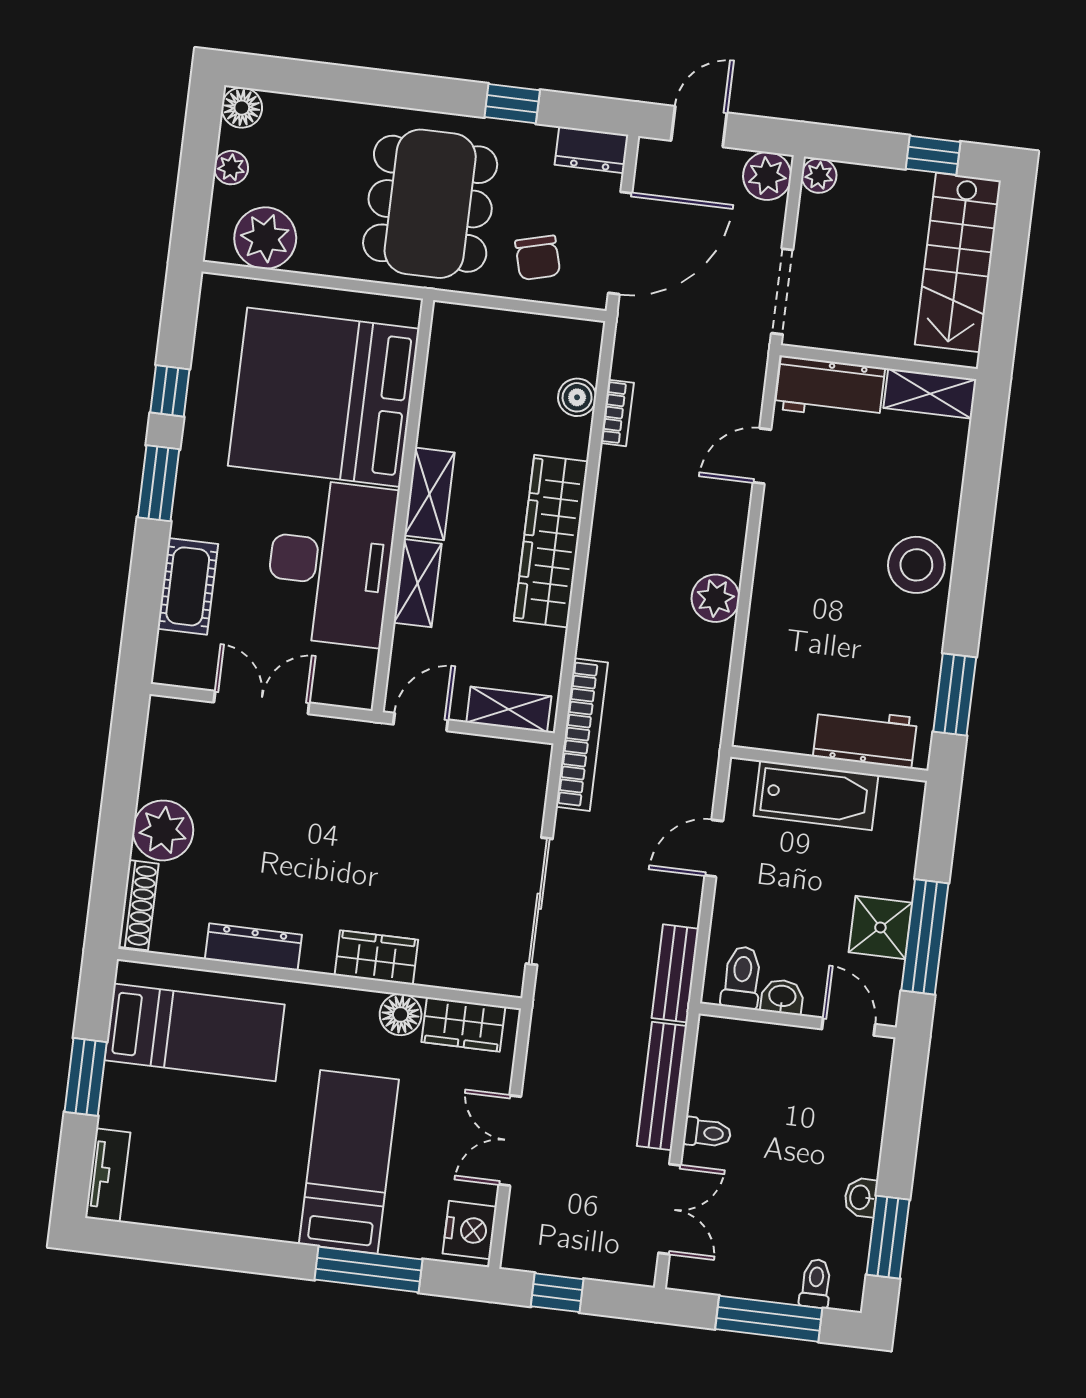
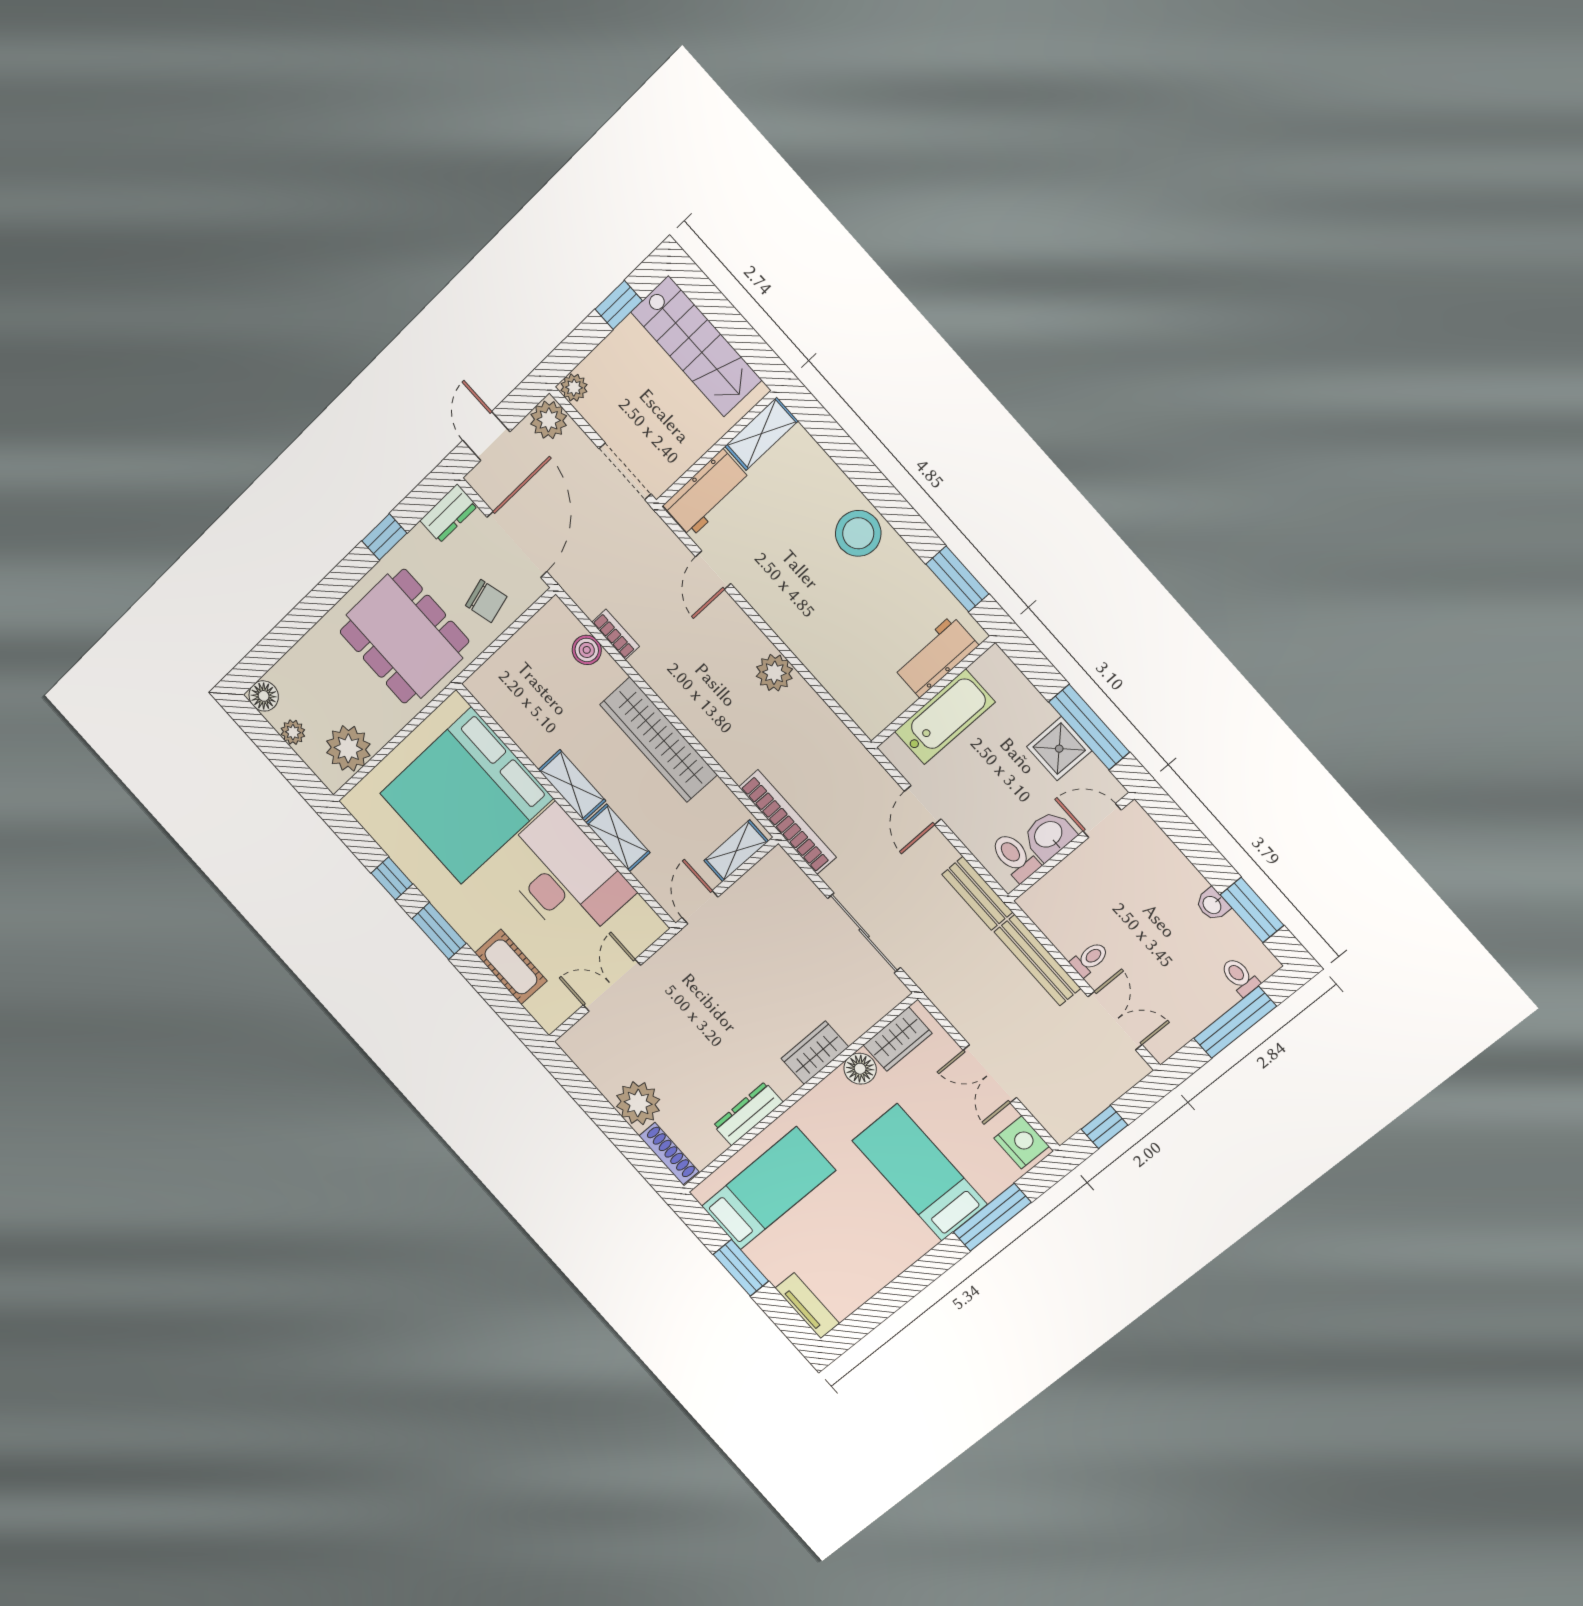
washbasin: (782, 997) -> (1049, 835), width x1.38, depth x1.45

